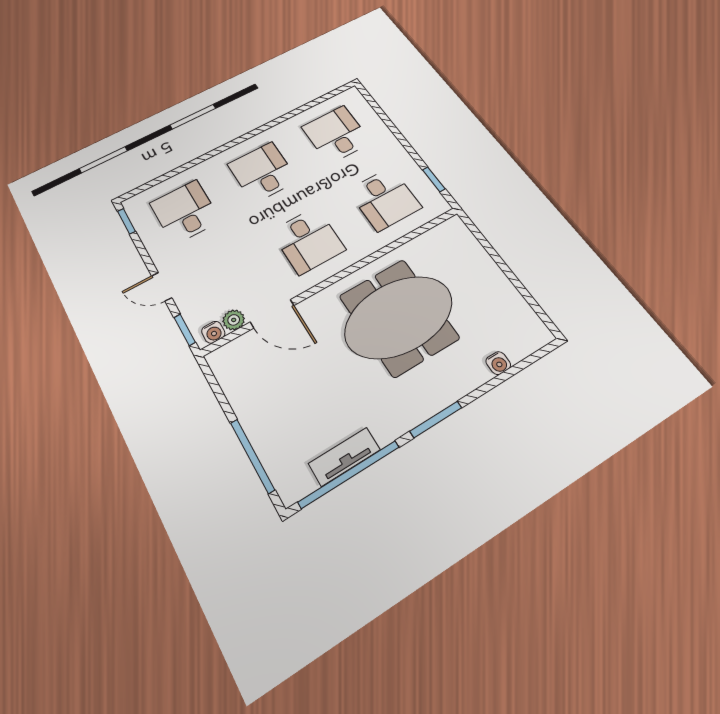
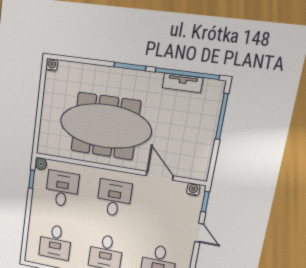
meeting table: (399, 317) -> (105, 126), width x1.36
plant: (234, 320) -> (41, 164), moved
water cooler: (498, 363) -> (52, 65), moved

